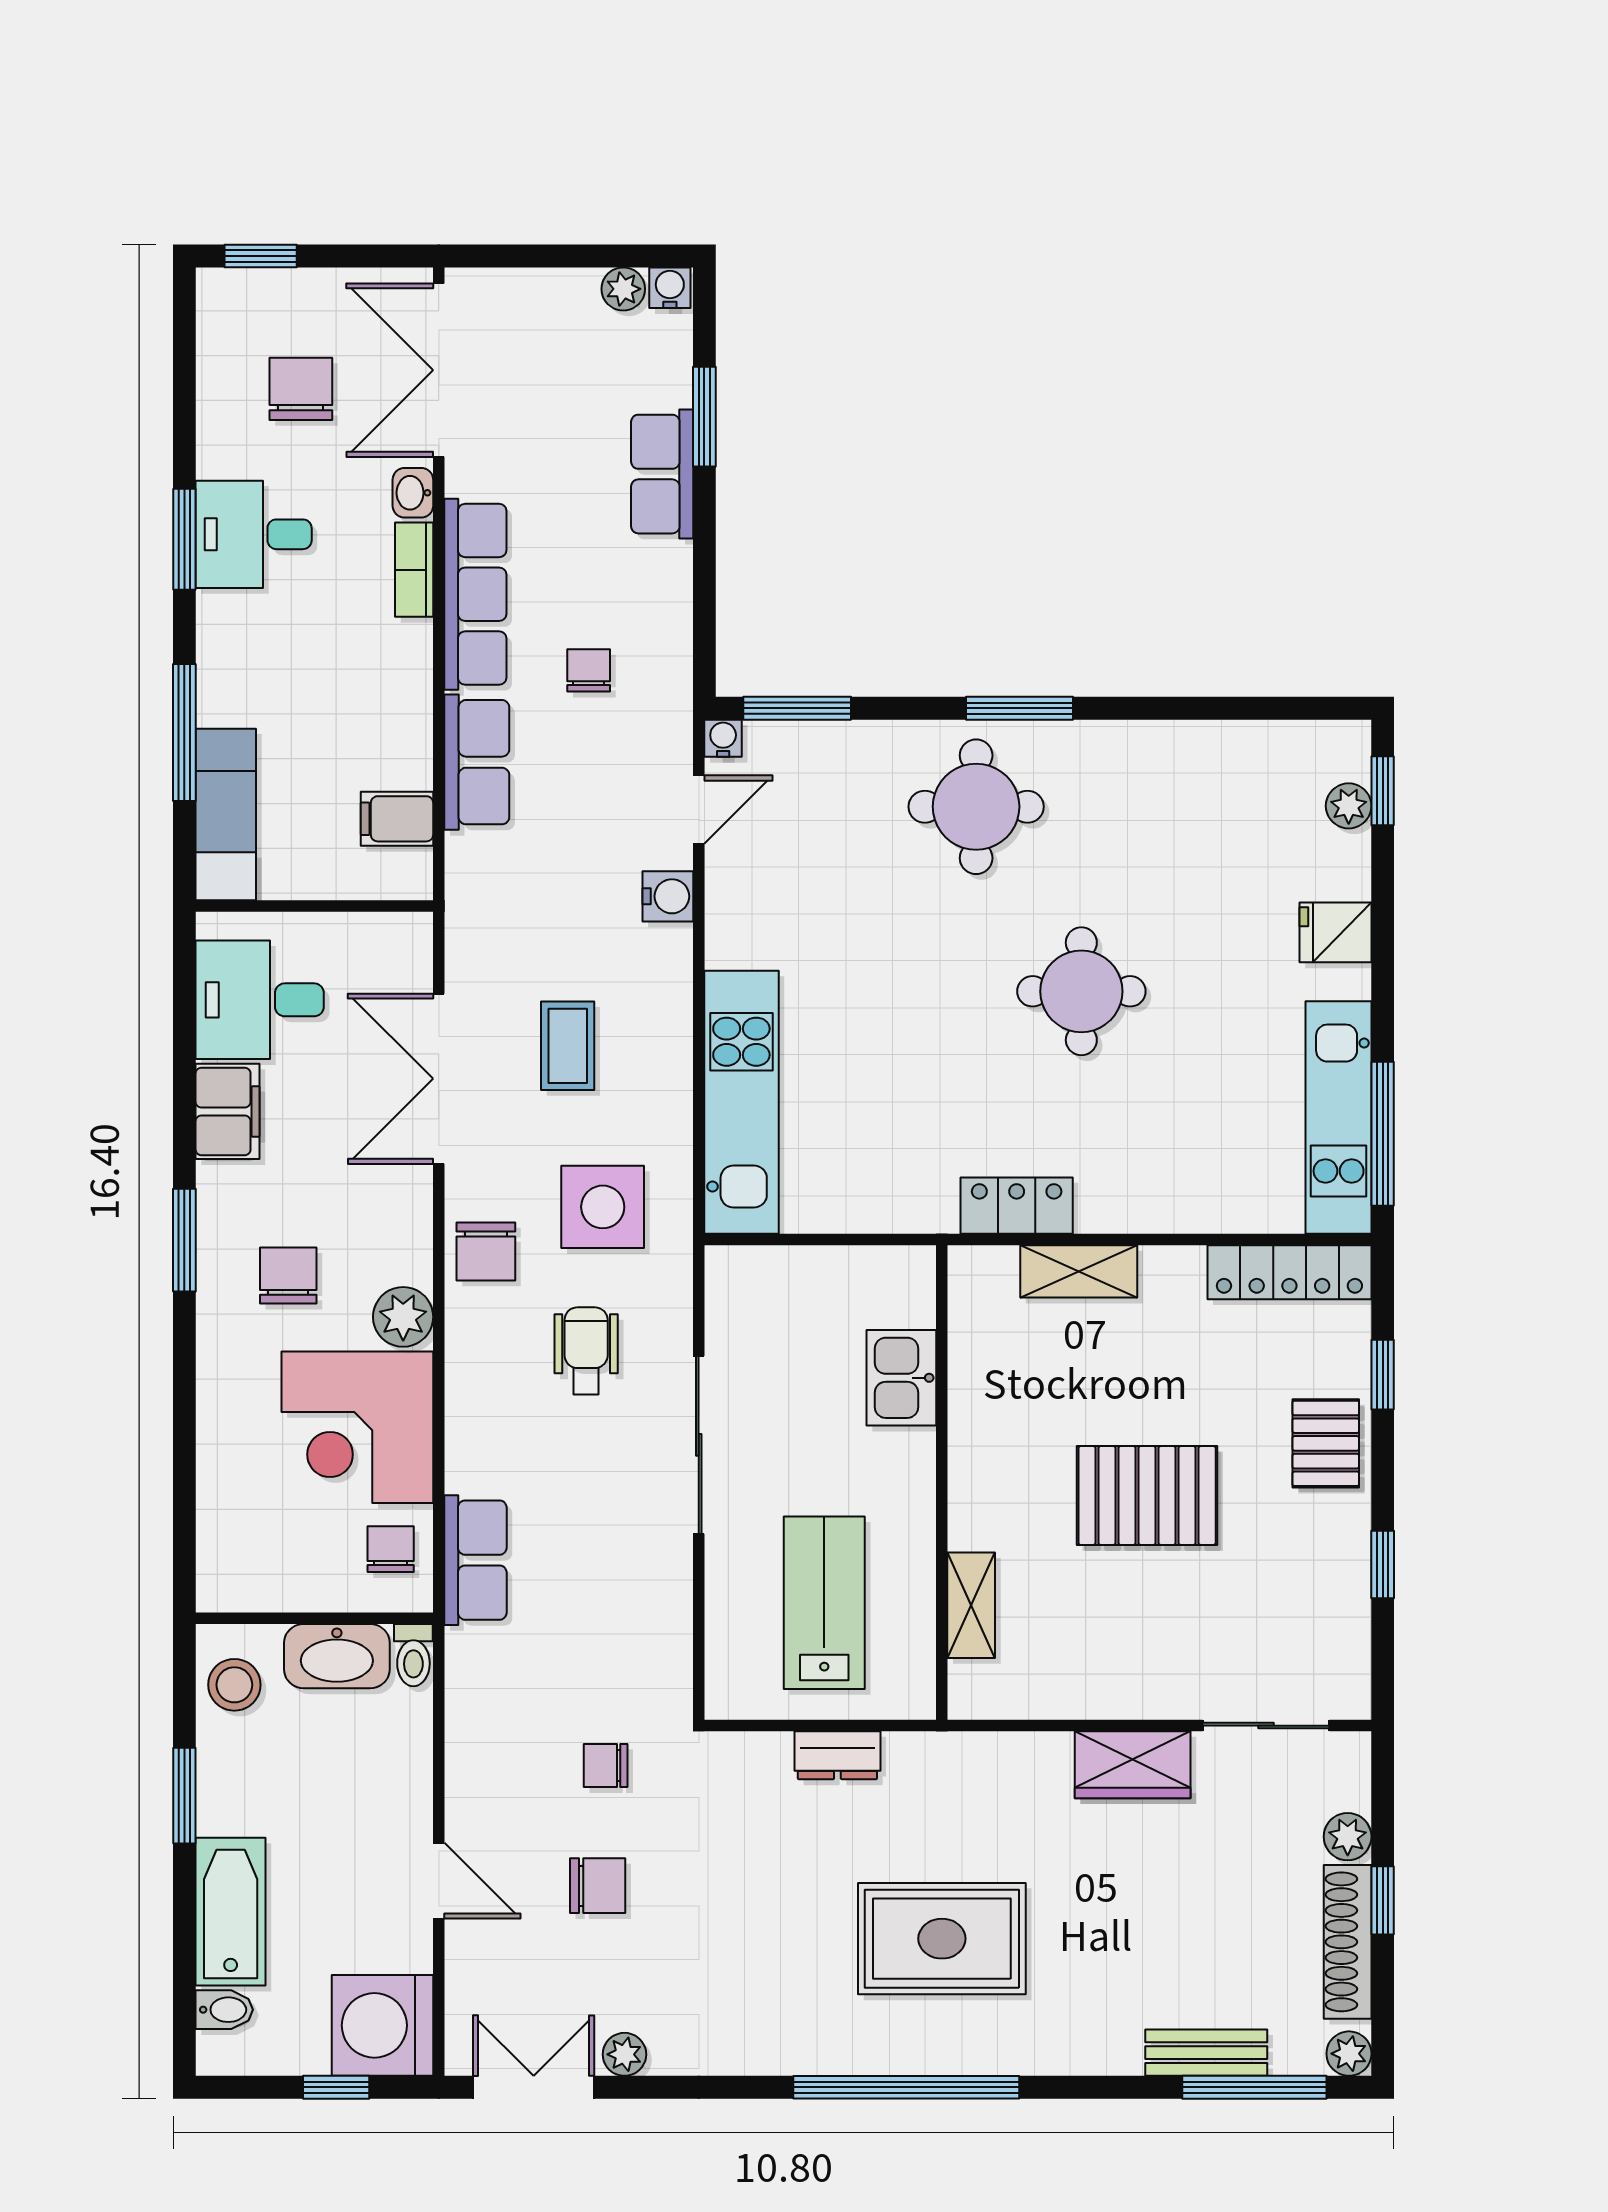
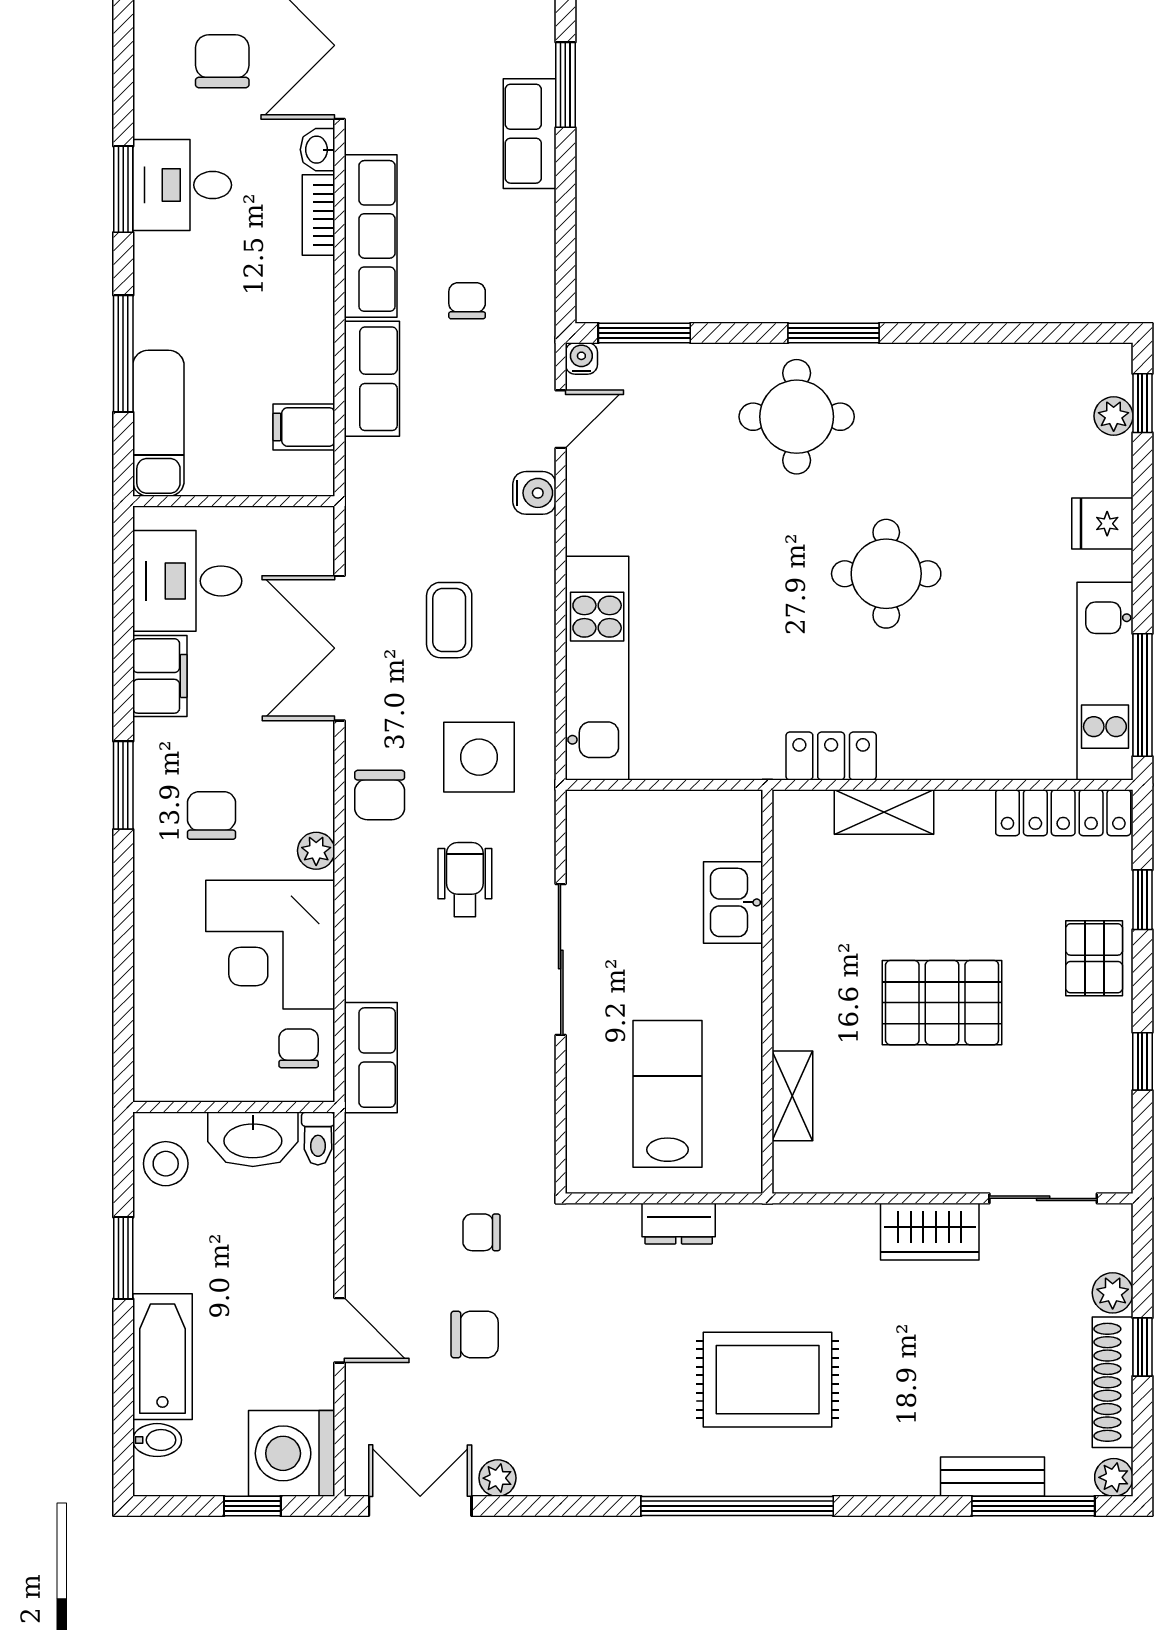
plant: (403, 1317) -> (316, 851), width x0.73, depth x0.73

